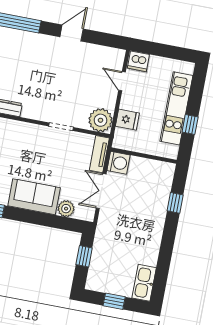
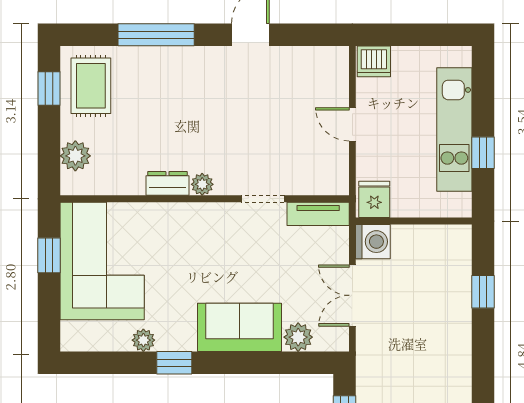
door: (122, 81) -> (352, 124), moved
plant: (101, 120) -> (202, 184), moved, width x0.53, depth x0.53
fridge: (127, 120) -> (374, 199), moved, turned -90
tv unit: (99, 154) -> (318, 214), moved, turned -90

